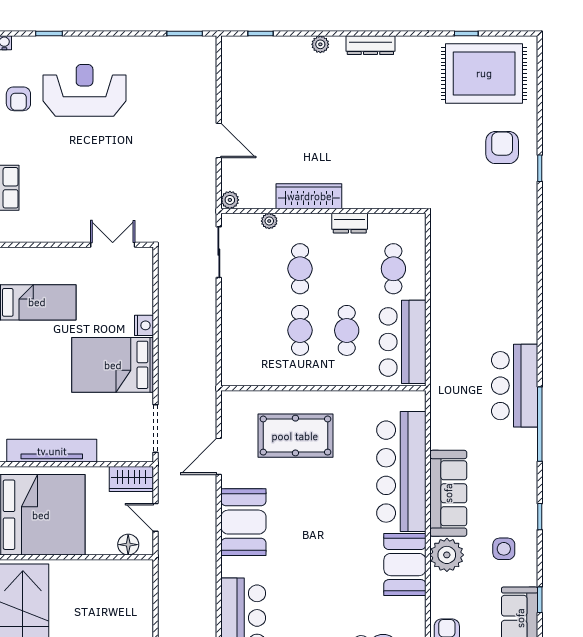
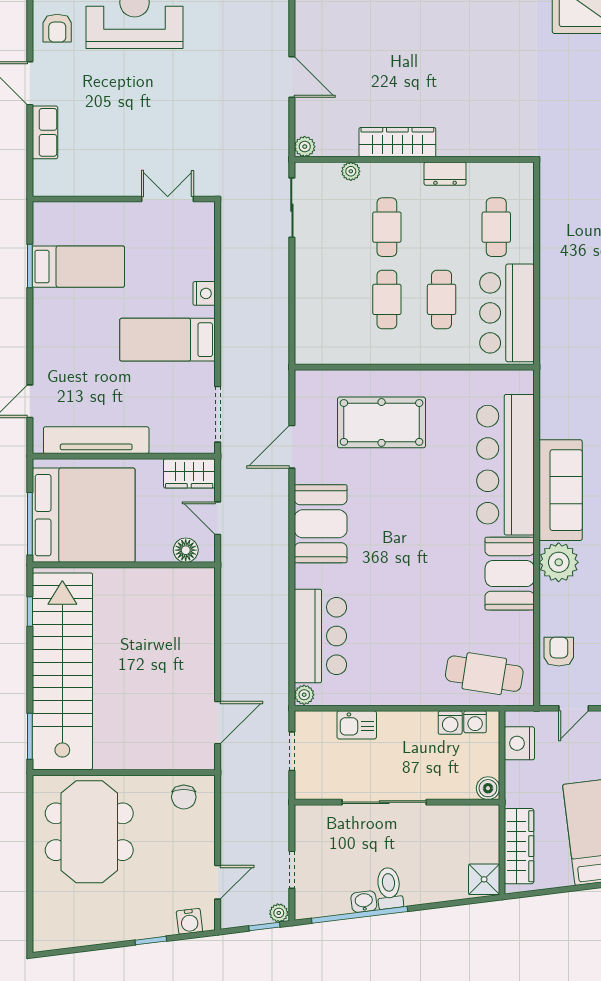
bed: (113, 365) -> (168, 340), width x0.67

